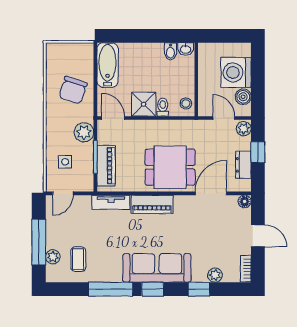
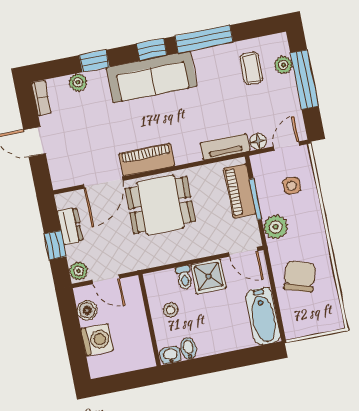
washing machine: (236, 72) -> (97, 340), width x0.73, depth x0.73
stool: (186, 103) -> (171, 310), moved
floor lamp: (245, 201) -> (258, 141), moved
piano: (152, 204) -> (147, 160), moved

